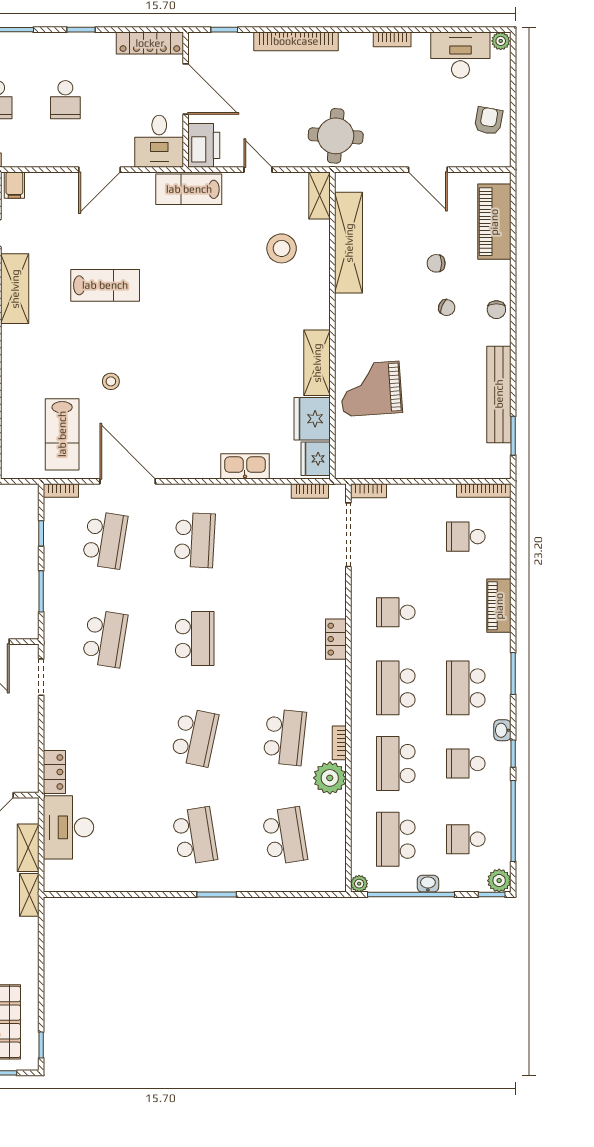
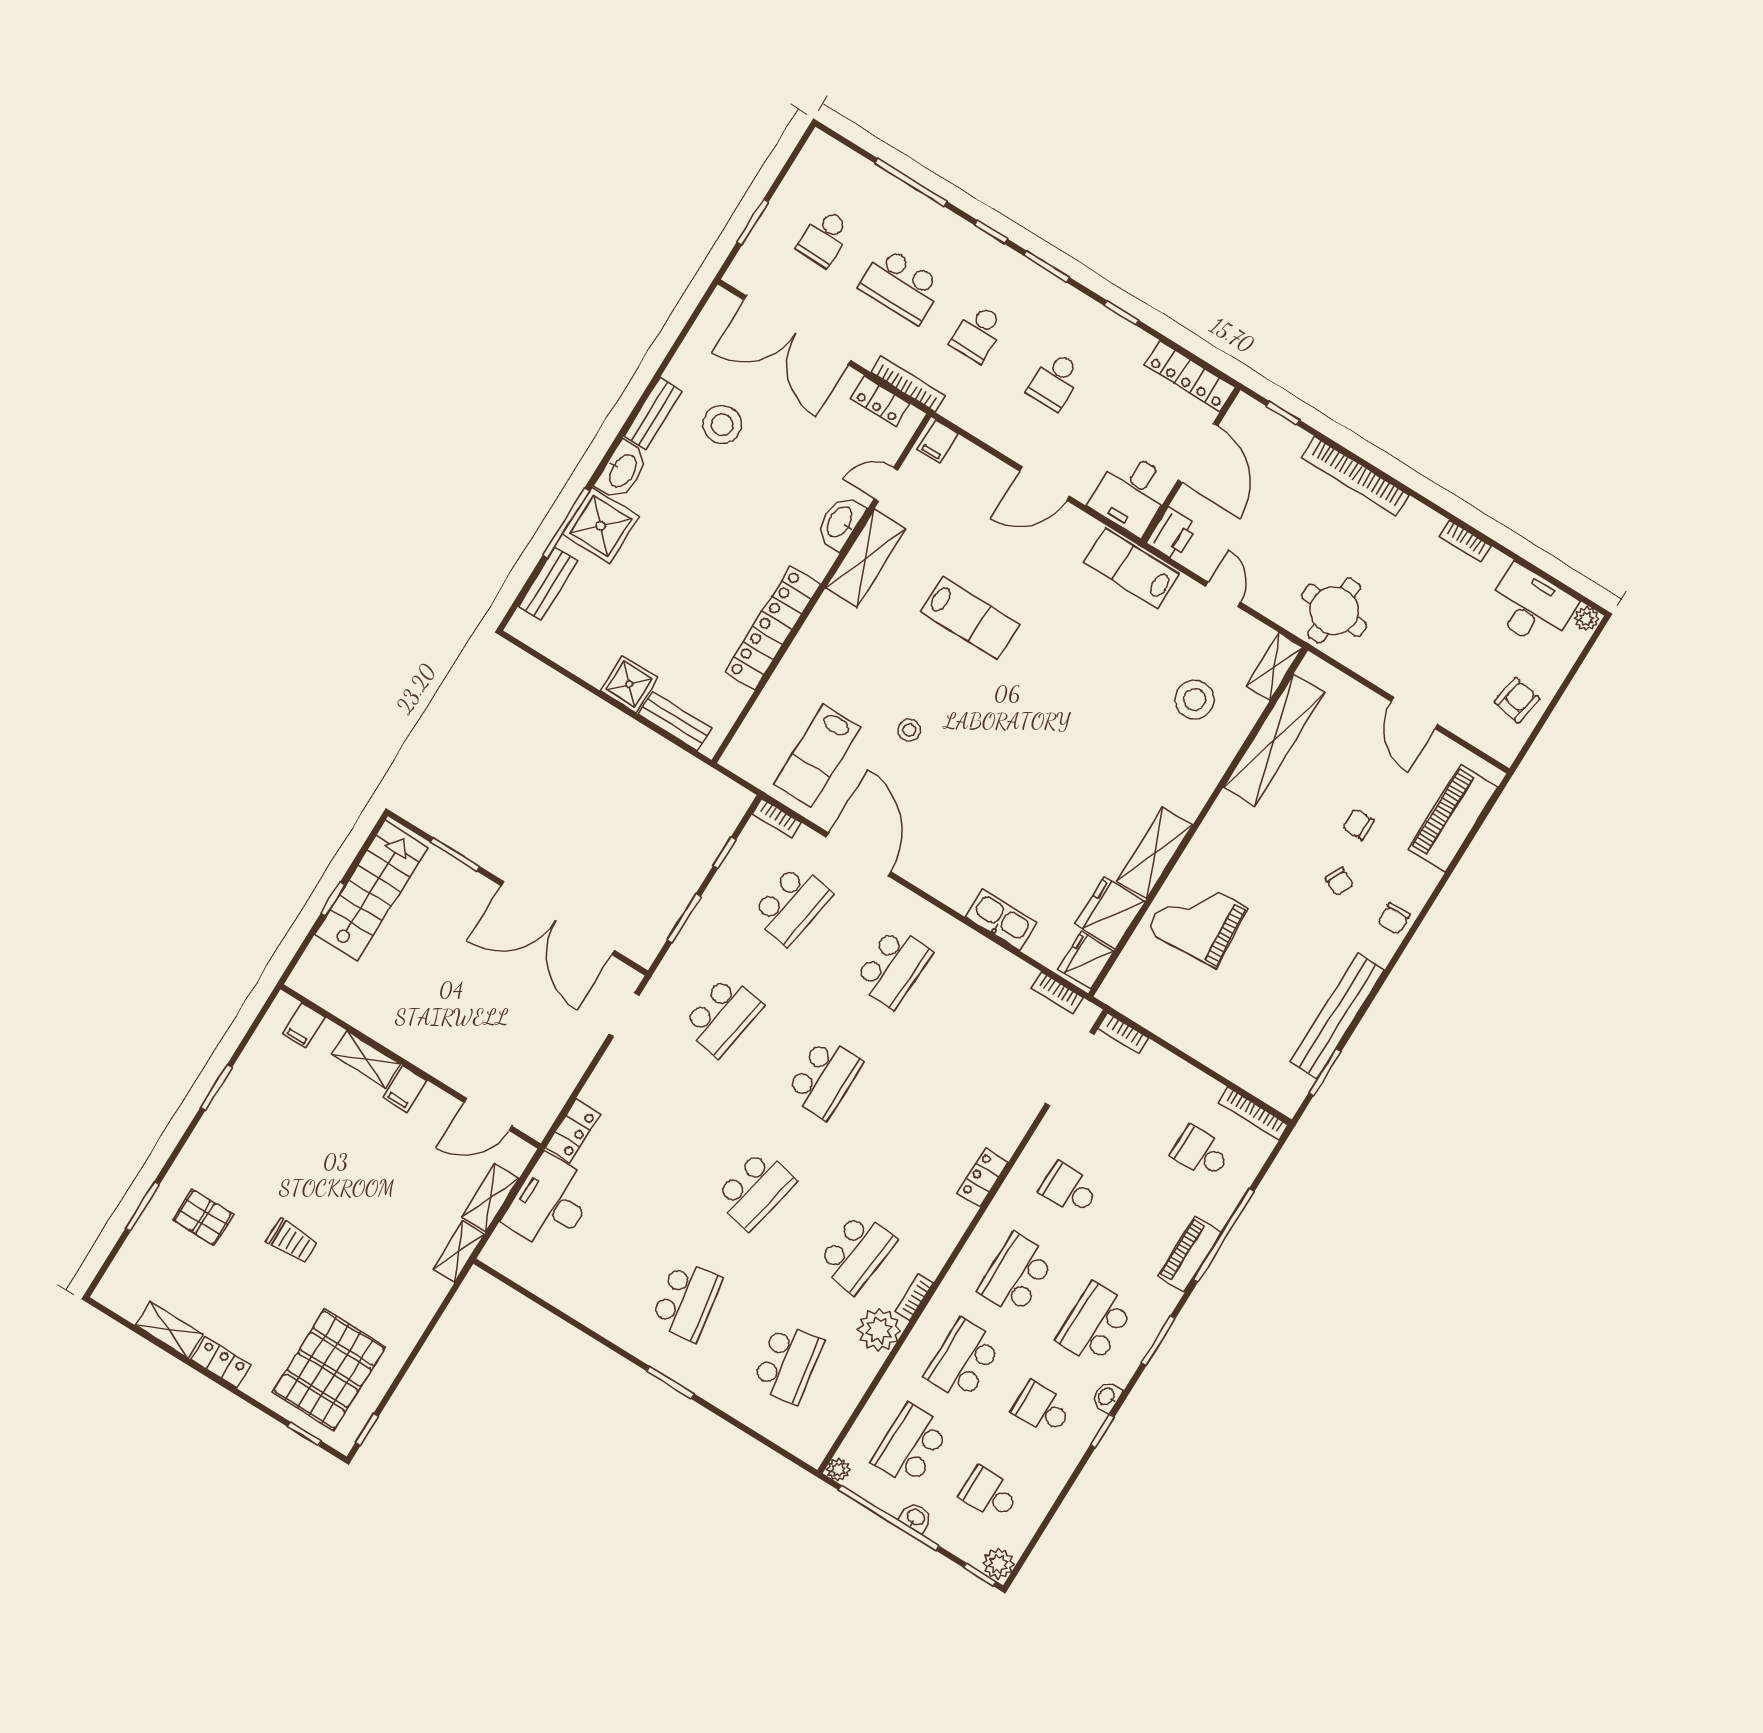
printer: (204, 145) -> (1172, 534), width x0.73, depth x0.84
window: (513, 821) -> (1224, 1235), moved

